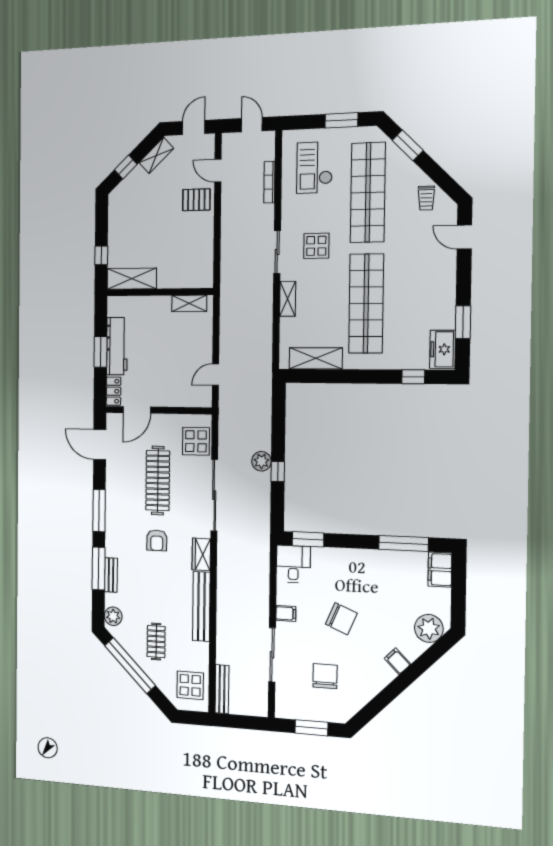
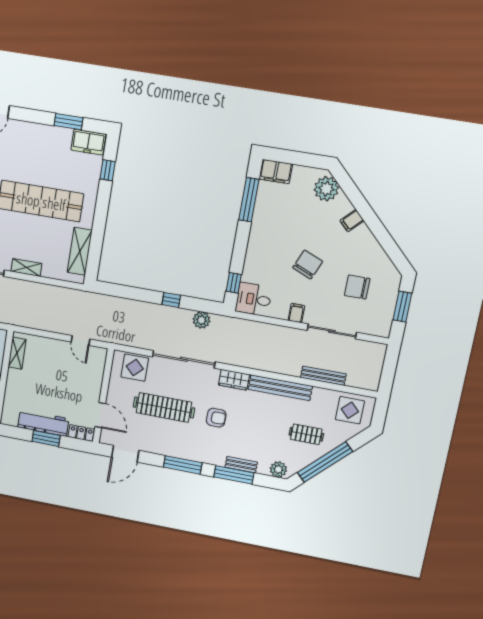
plant: (261, 461) -> (201, 320), moved
window: (308, 539) -> (234, 283), width x0.67
bench: (222, 689) -> (323, 376), moved

